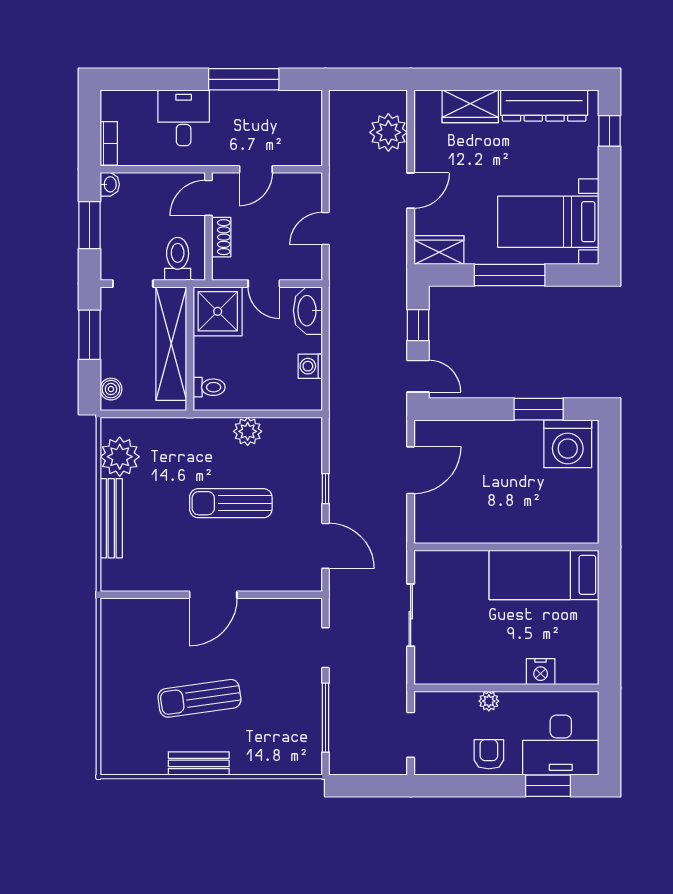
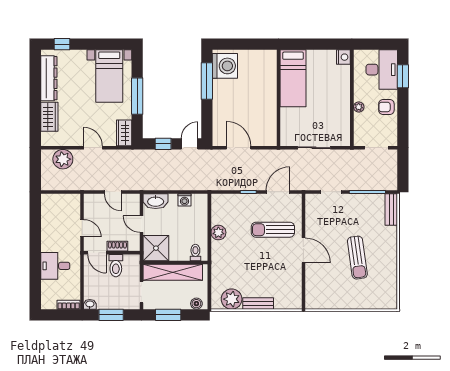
window: (244, 79) -> (35, 235), removed
toilet: (178, 259) -> (116, 266), moved, turned -90
door: (264, 284) -> (142, 224), swing flipped
window: (539, 409) -> (207, 81), width x1.44
sun lounger: (231, 503) -> (273, 230), moved, turned 90
bench: (111, 518) -> (258, 304), width x0.73
nightstand: (541, 672) -> (343, 57), moved
bench: (199, 763) -> (391, 209), moved

